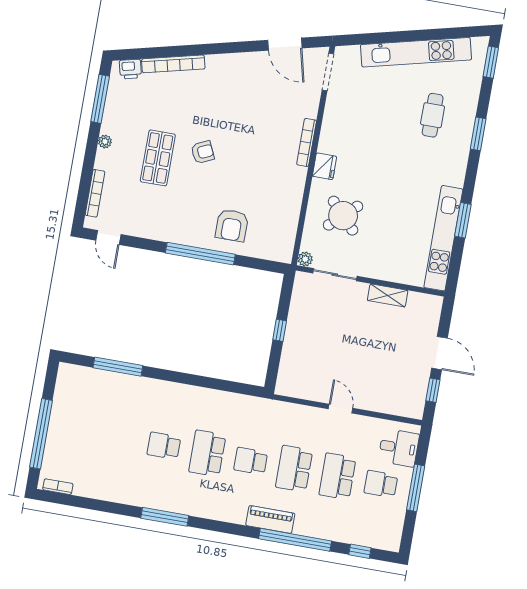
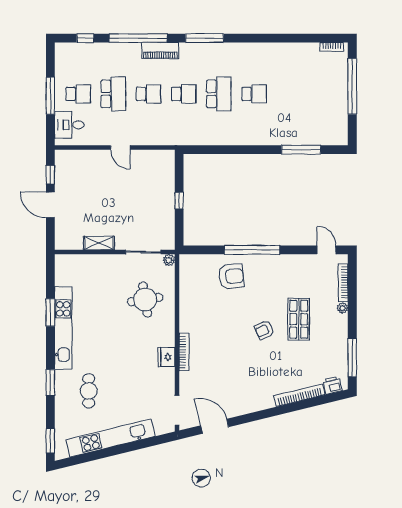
plant: (105, 142) -> (342, 308), moved
fridge: (324, 166) -> (167, 357), moved
round table: (343, 216) -> (145, 299), turned 34
armchair: (232, 225) -> (231, 276), turned 84
kitchen unit: (443, 238) -> (63, 328), moved
school desk: (294, 469) -> (149, 94), width x0.54
window: (165, 517) -> (205, 38), moved

